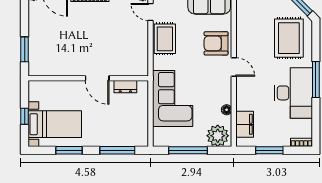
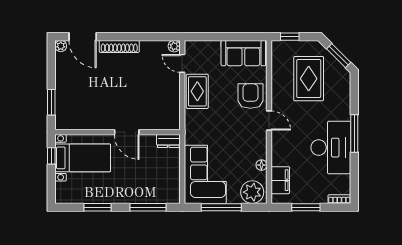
rug: (289, 38) -> (309, 79), moved
armchair: (216, 43) -> (250, 96), turned 90
dresser: (125, 87) -> (168, 141), moved
corner sofa: (173, 99) -> (205, 174), moved
window: (25, 116) -> (51, 156), moved
bed with nightstands: (55, 124) -> (83, 158), moved

